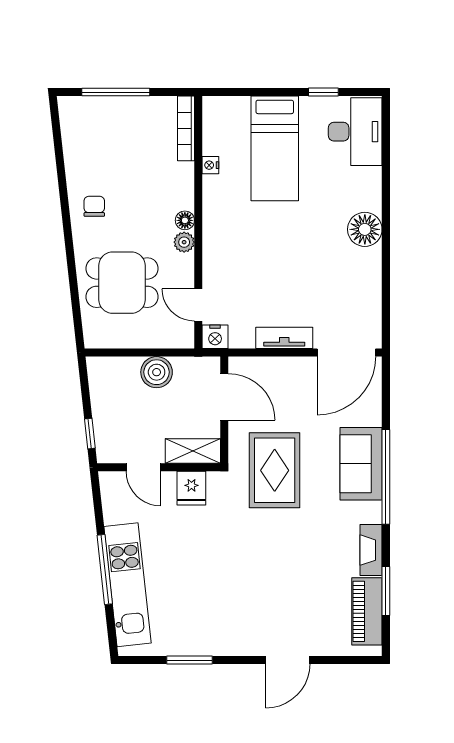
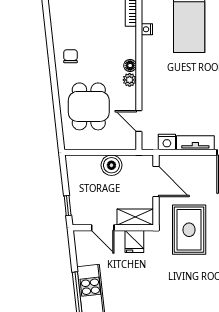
dining table: (122, 283) -> (89, 106), turned 90
nightstand: (215, 337) -> (167, 142), moved

